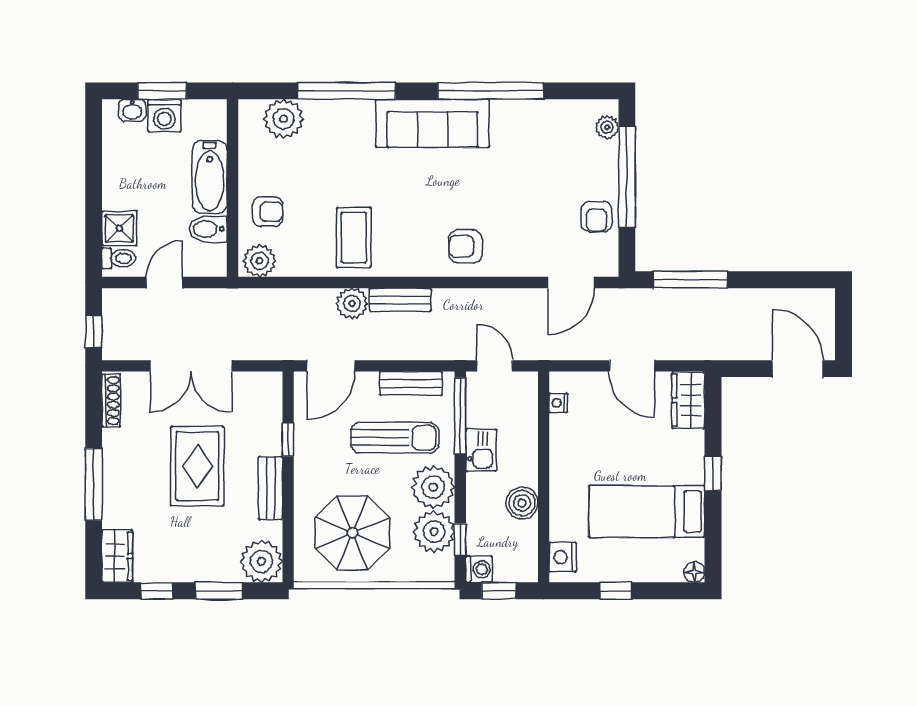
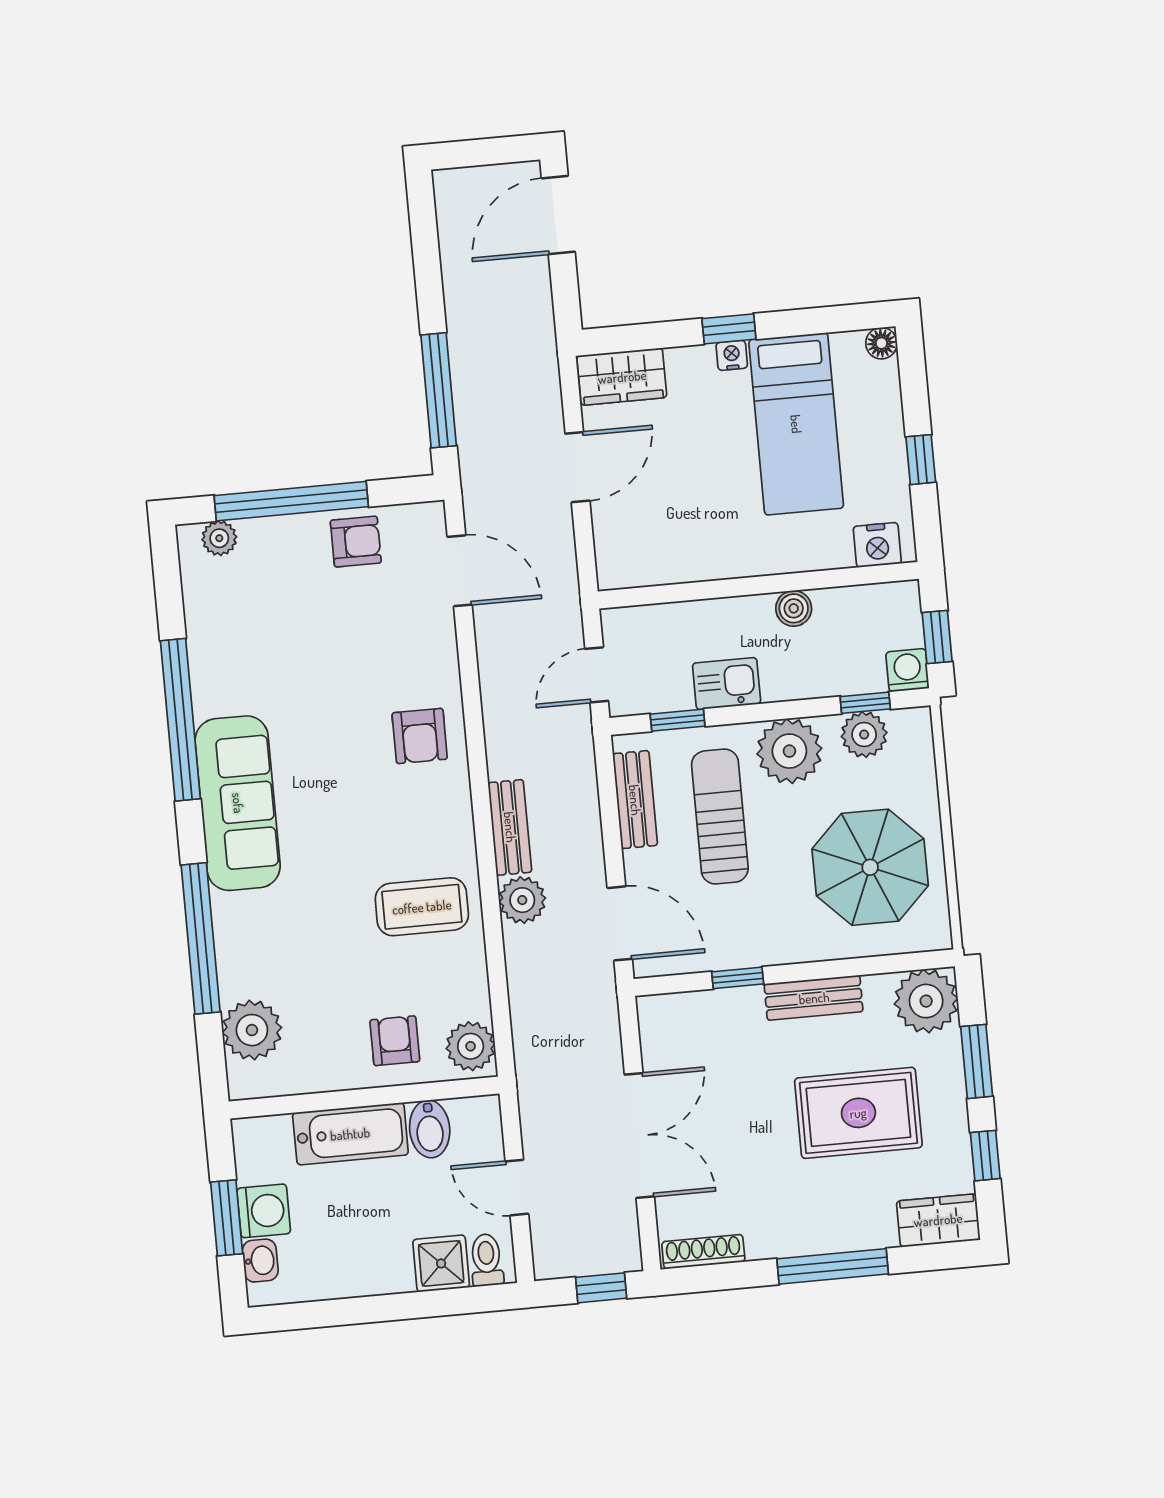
nightstand: (558, 403) -> (732, 355), moved, turned 180
window: (460, 416) -> (678, 720), width x0.46
rug: (197, 466) -> (858, 1113), moved
boiler: (522, 503) -> (794, 608), width x0.73, depth x0.73
plant: (434, 532) -> (864, 734), width x0.73, depth x0.73

